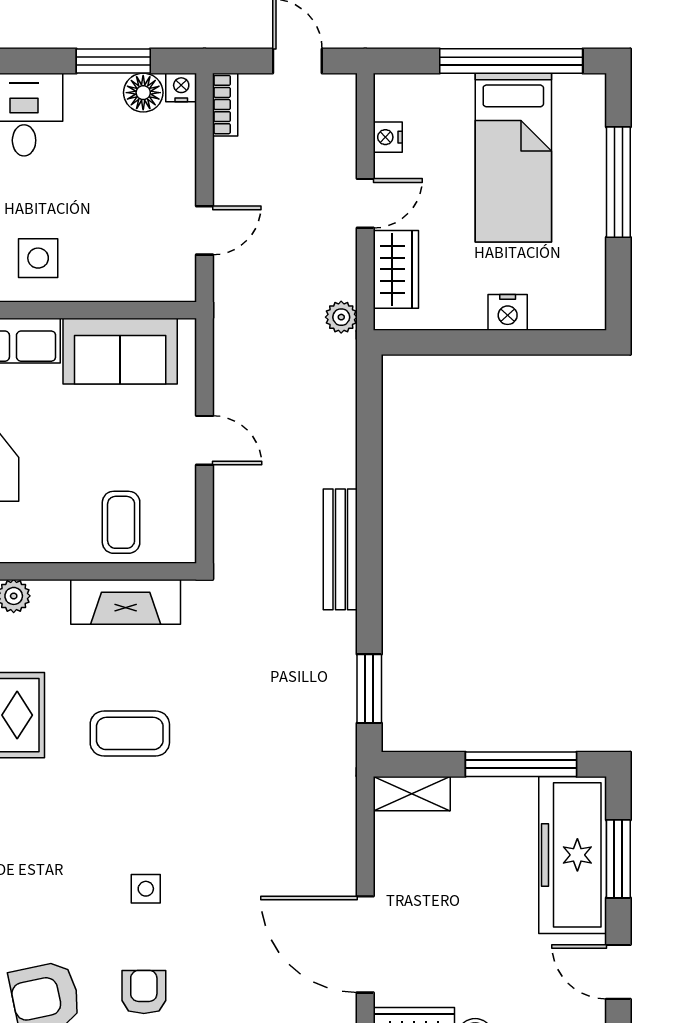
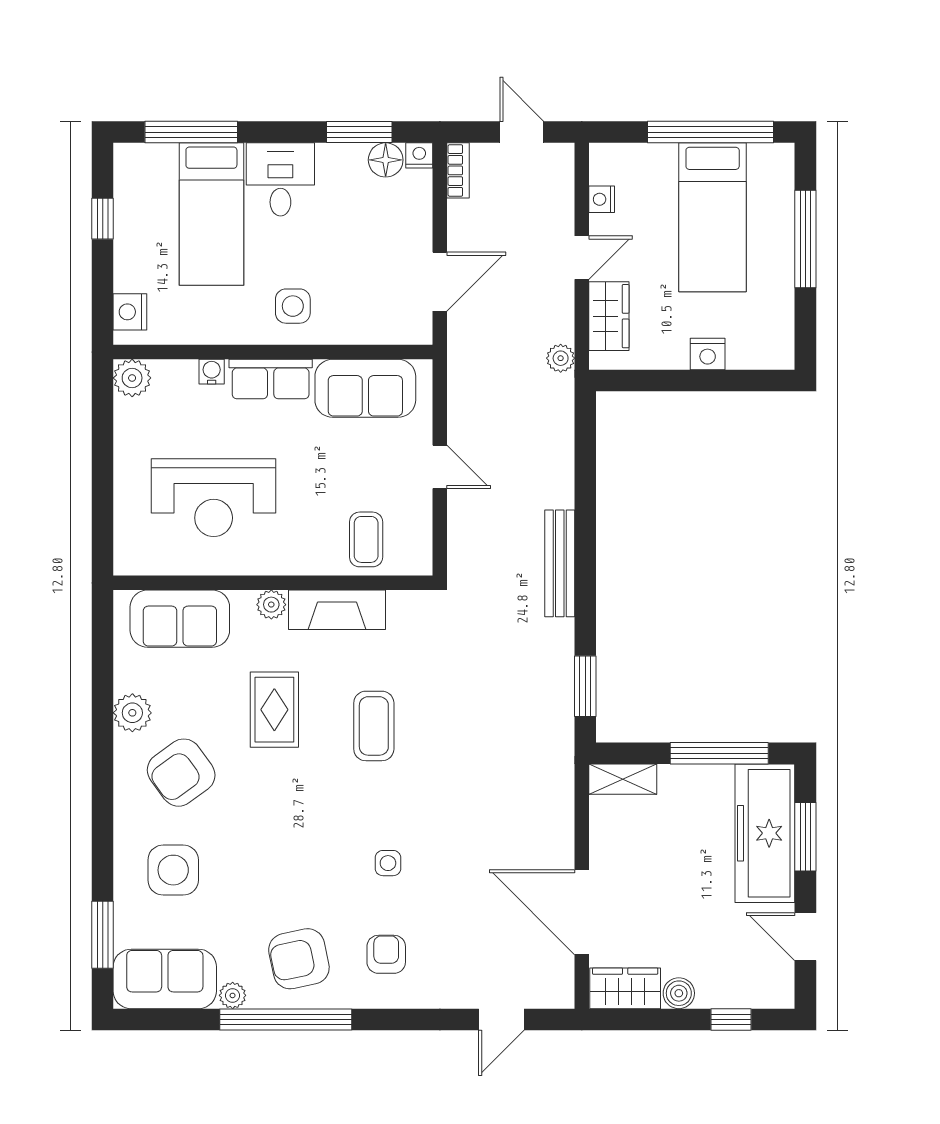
door: (204, 230) -> (440, 282), width x1.38
fireplace: (126, 602) -> (337, 610), moved
coffee table: (130, 733) -> (374, 726), turned 90

